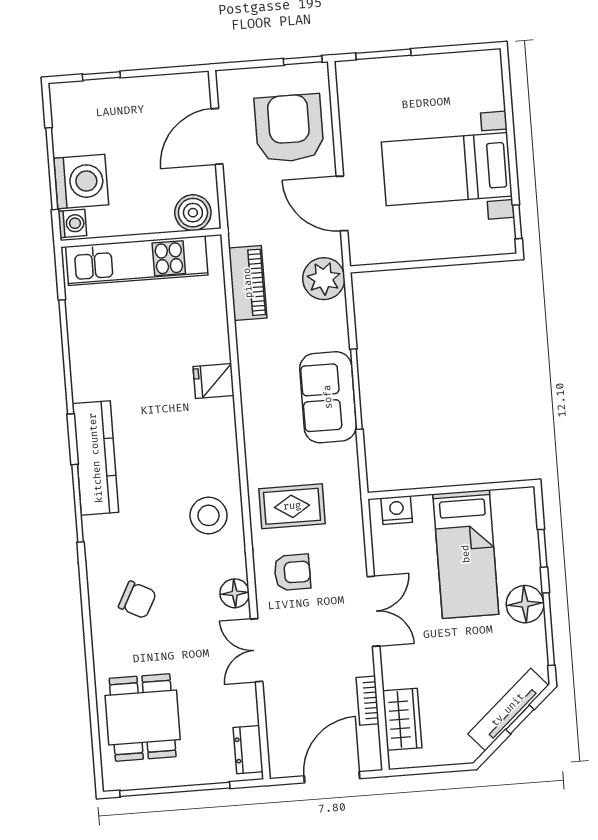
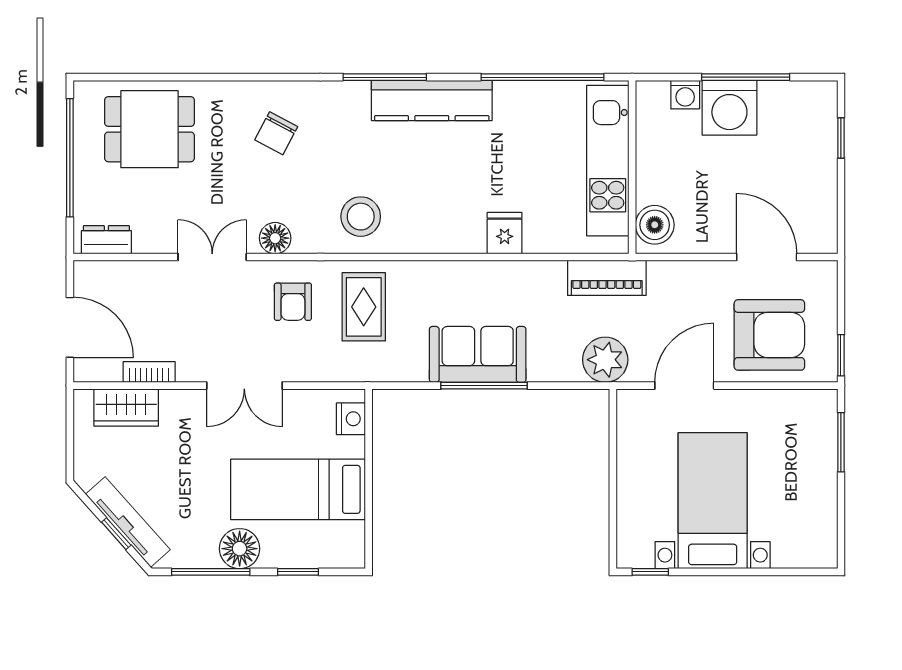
boiler: (193, 213) -> (655, 225), moved
wall: (141, 238) -> (632, 167), moved
kitchen unit: (137, 261) -> (608, 161), moved

